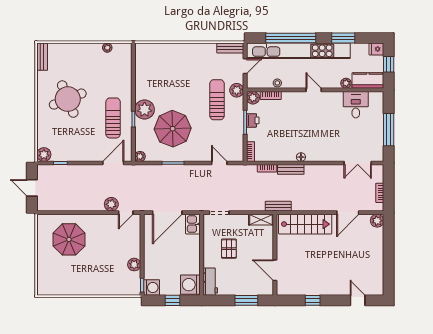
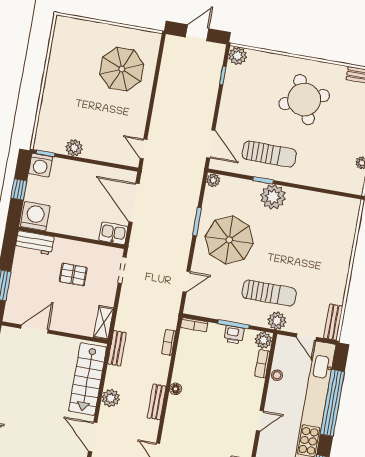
parasol: (173, 129) -> (229, 240), moved
bench: (291, 169) -> (157, 402), moved
plant: (111, 204) -> (111, 398), moved

